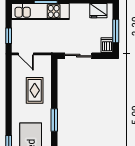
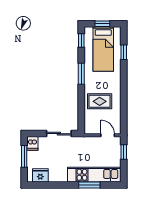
rug: (35, 90) -> (100, 101), turned 90

